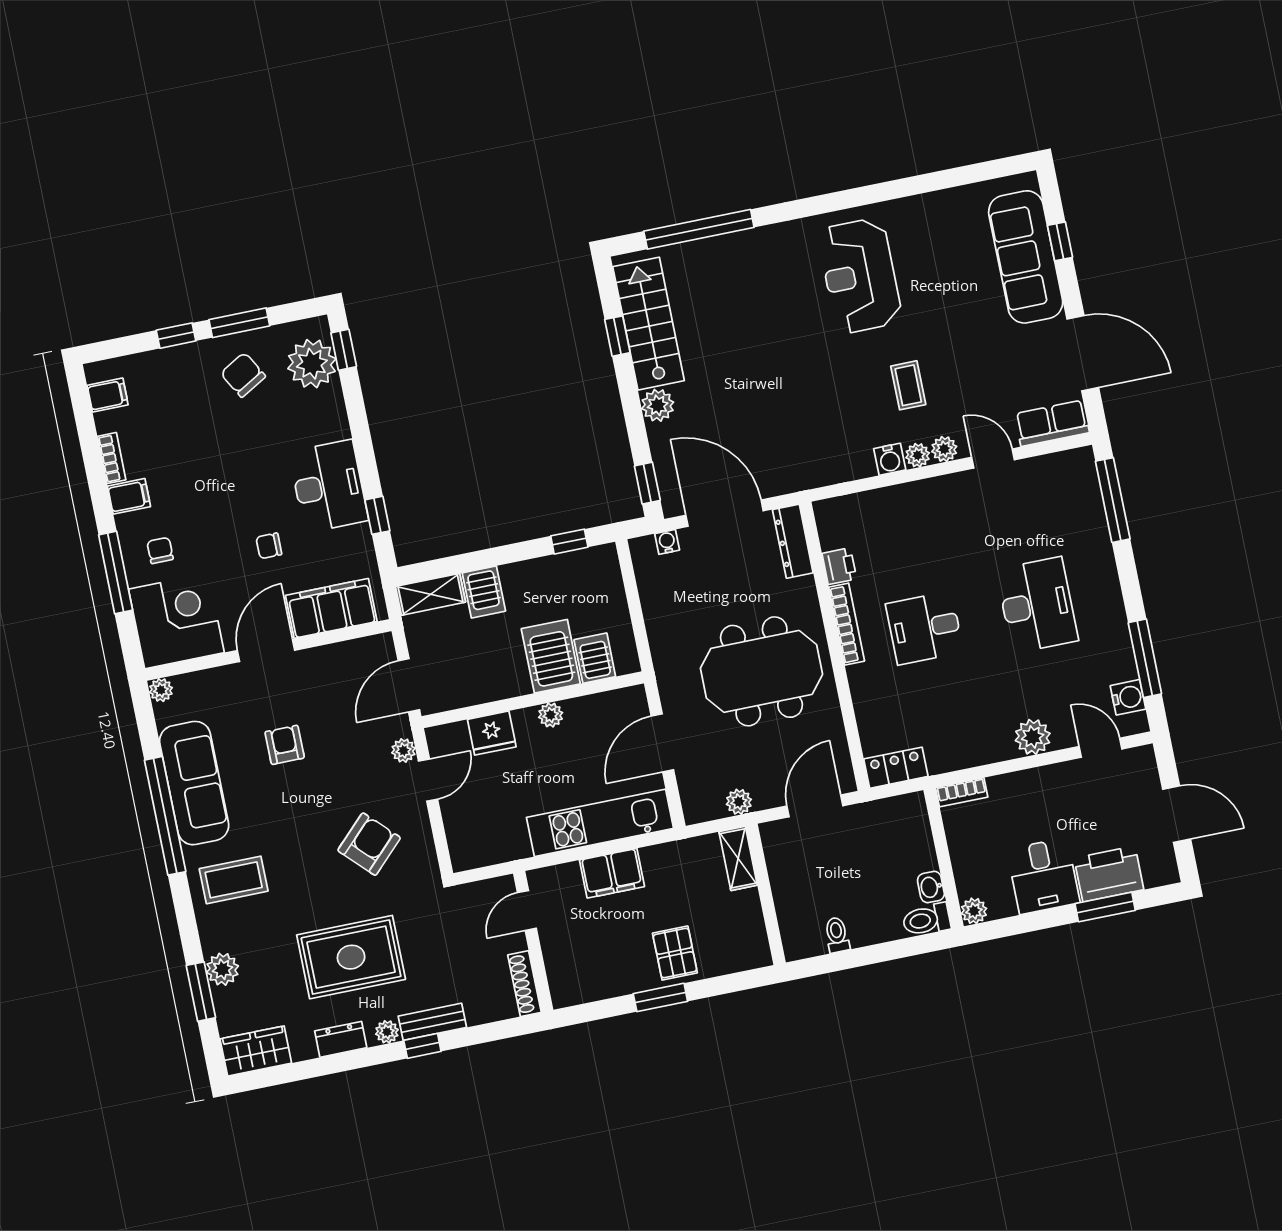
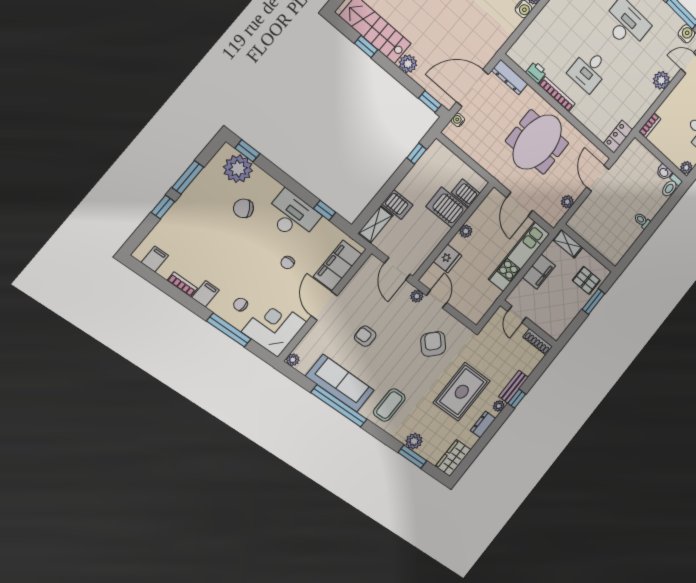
chair: (243, 375) -> (243, 208), moved
shelving: (738, 858) -> (568, 244), moved
wall: (766, 894) -> (589, 248), moved

